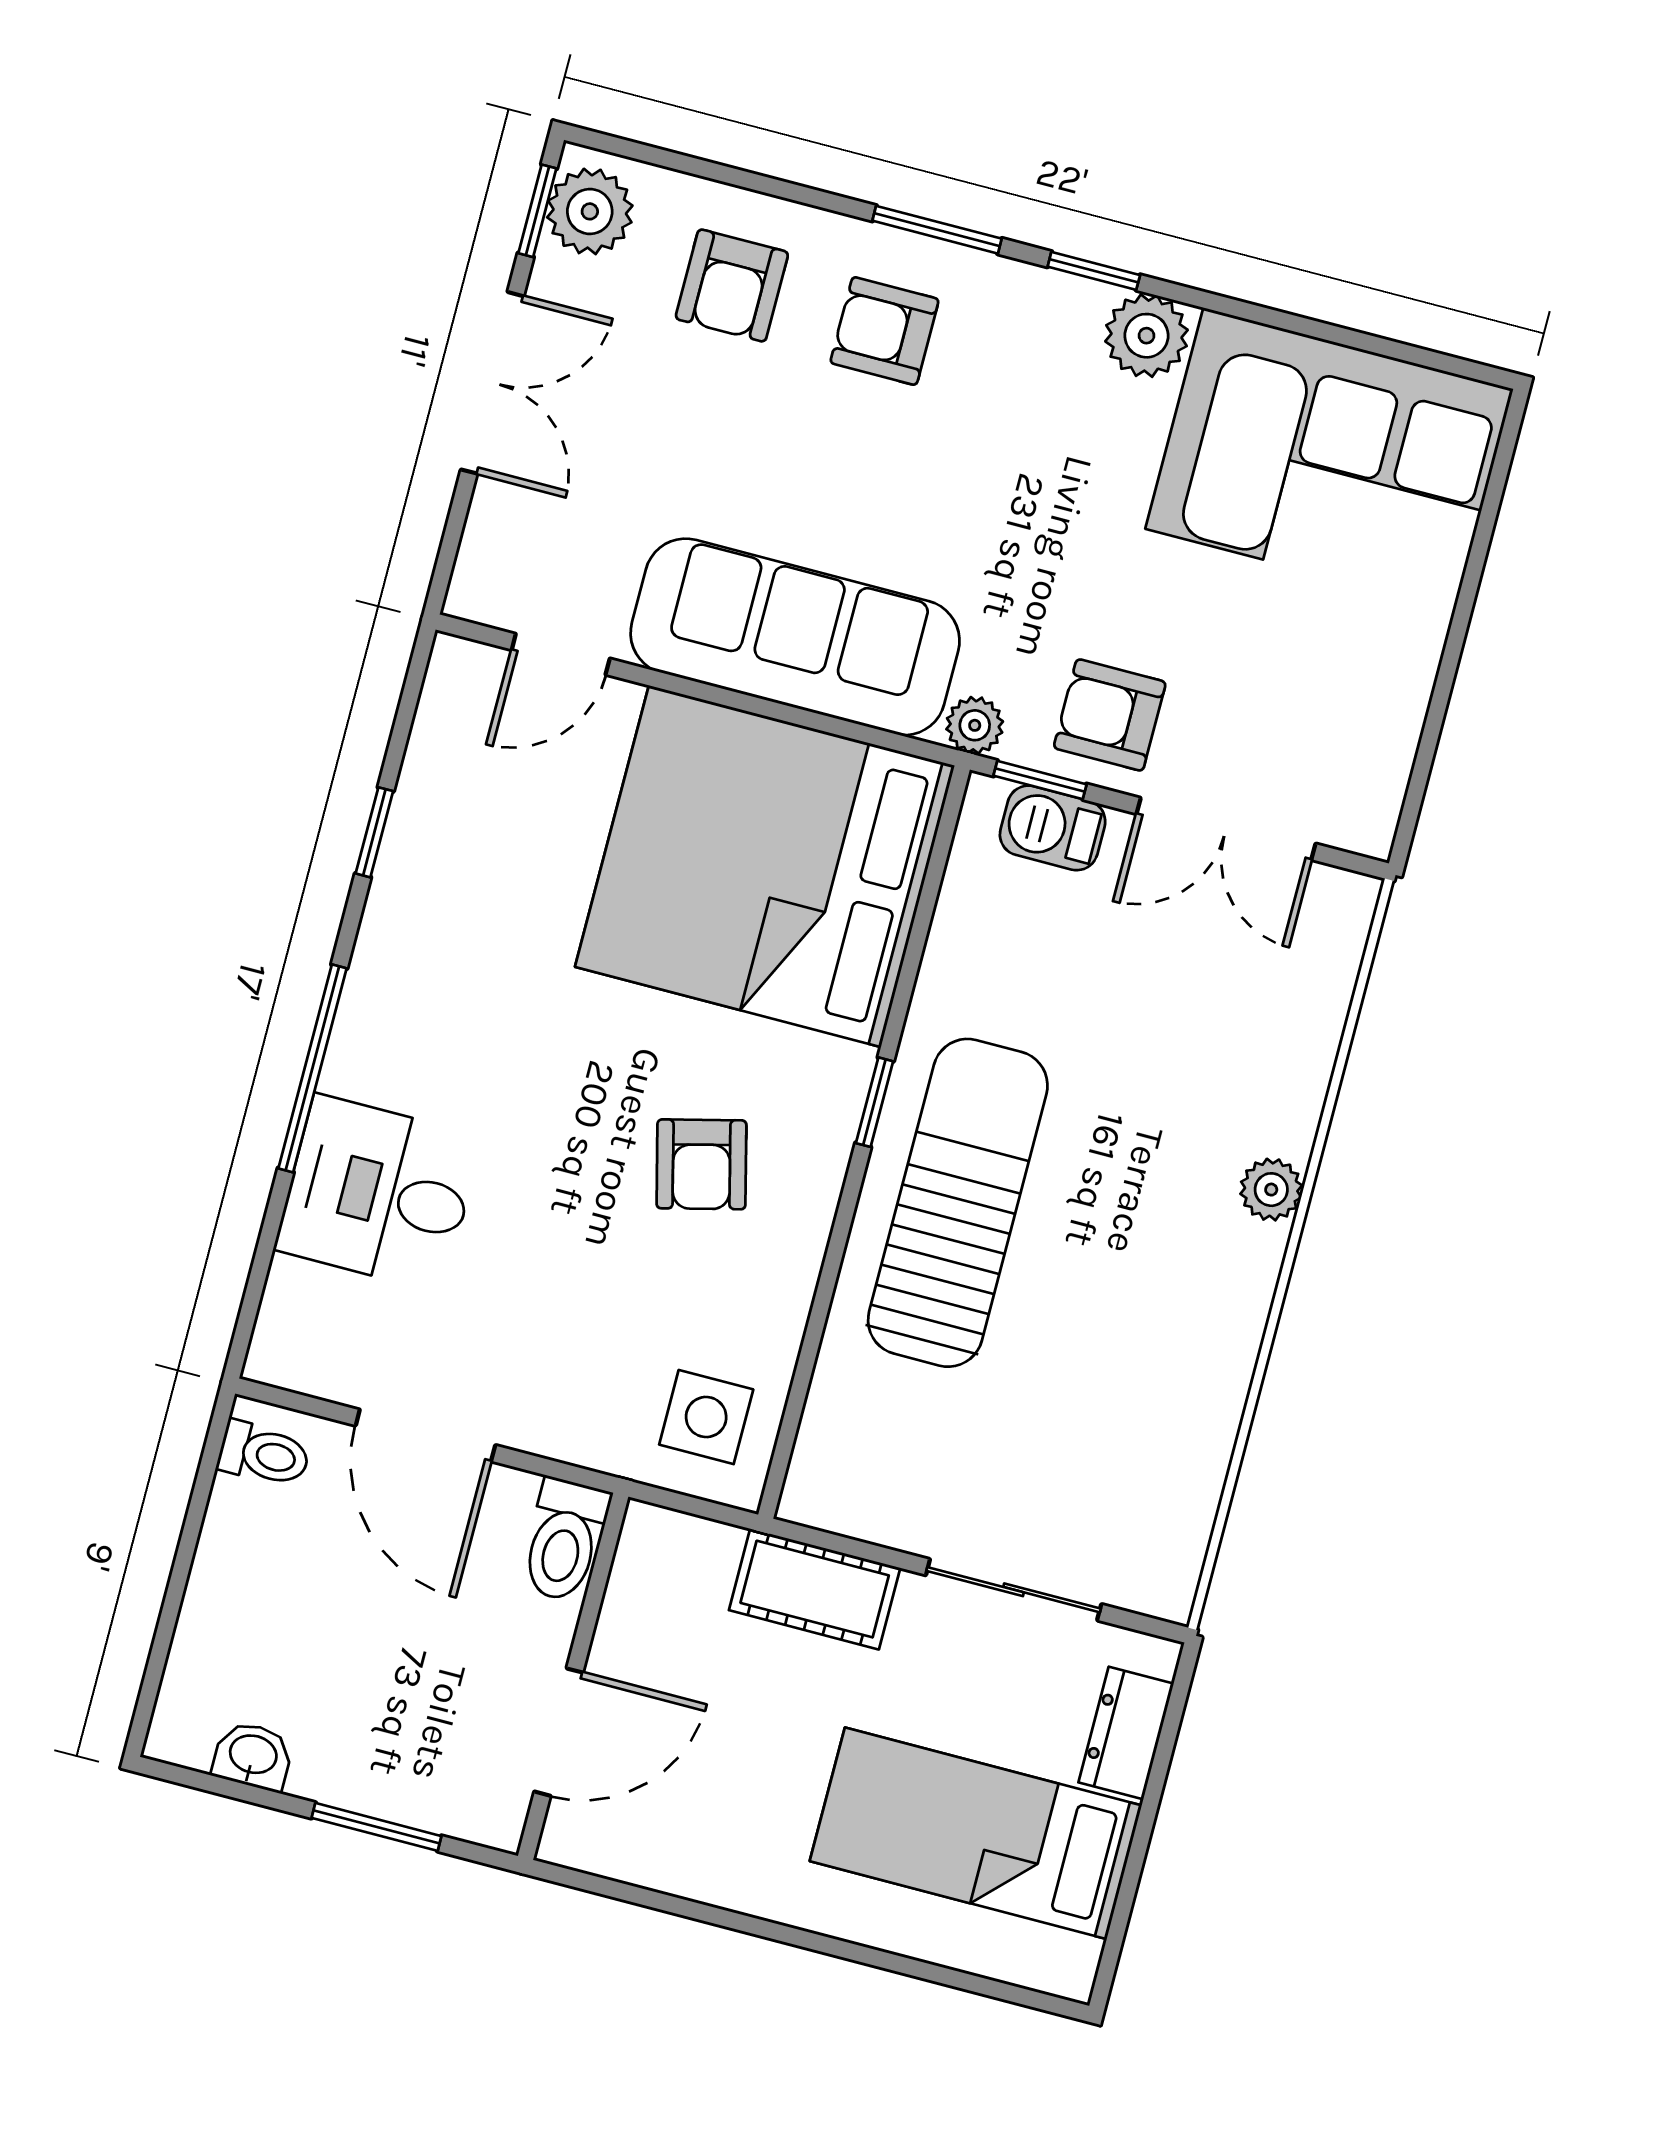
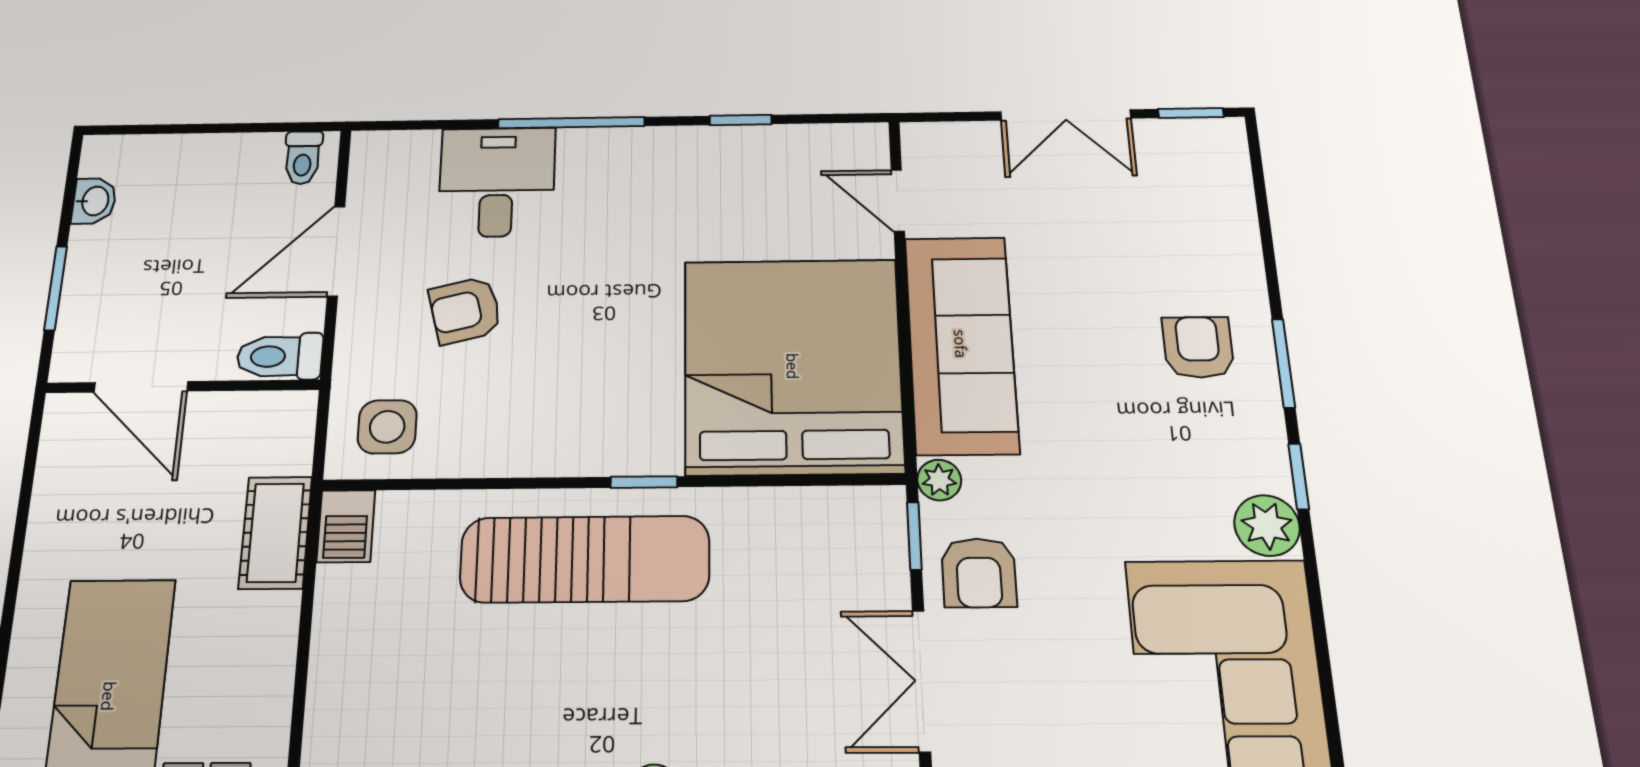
plant: (590, 211) -> (1204, 144), removed
armchair: (732, 285) -> (1190, 242), removed
armchair: (1110, 715) -> (979, 573), turned 180
barbecue: (1053, 828) -> (346, 526), moved, turned 180
armchair: (701, 1164) -> (465, 310), moved
sliding door: (1014, 1590) -> (301, 675), removed

